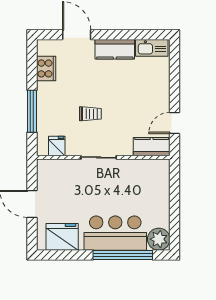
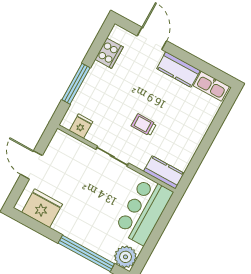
trolley: (90, 114) -> (144, 125), moved, turned 180
door: (175, 123) -> (195, 163), removed
bar counter: (115, 233) -> (144, 211), moved, turned -90

